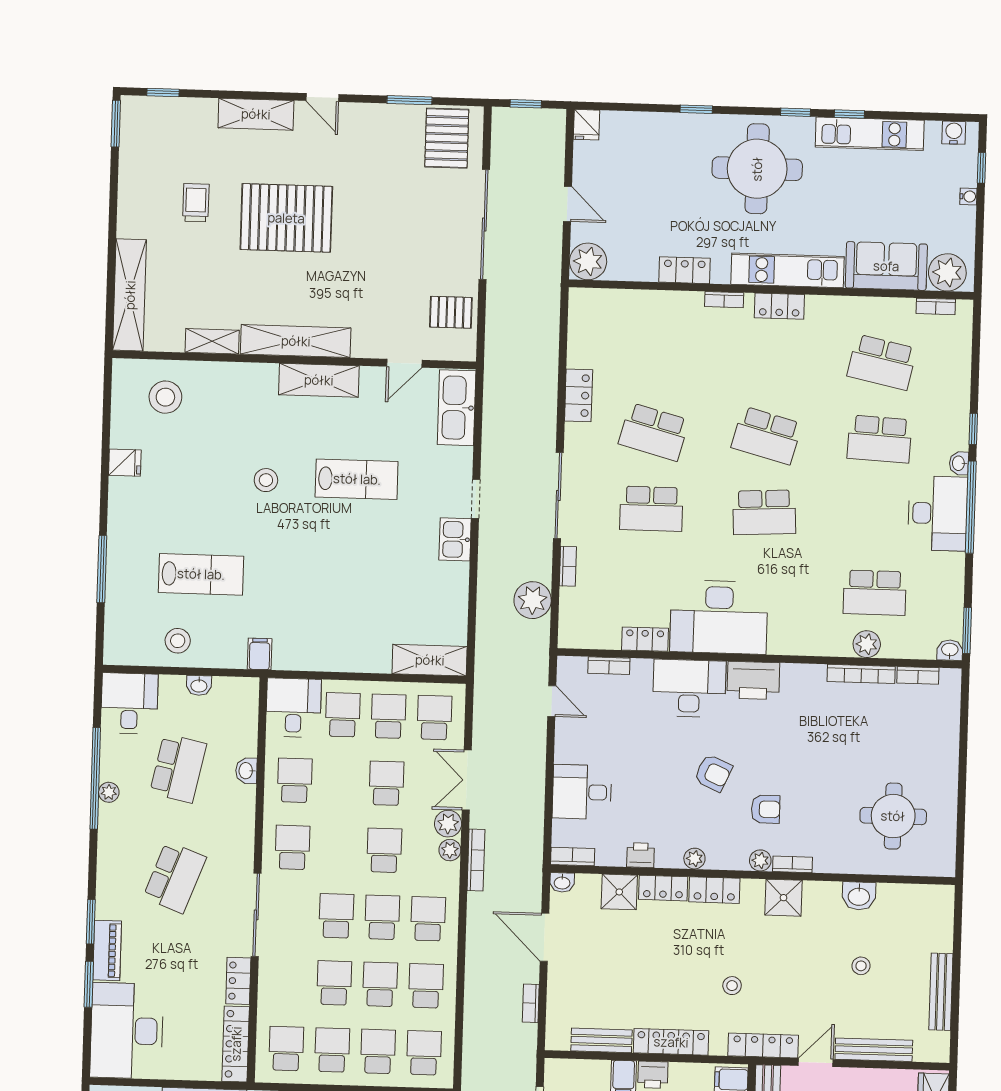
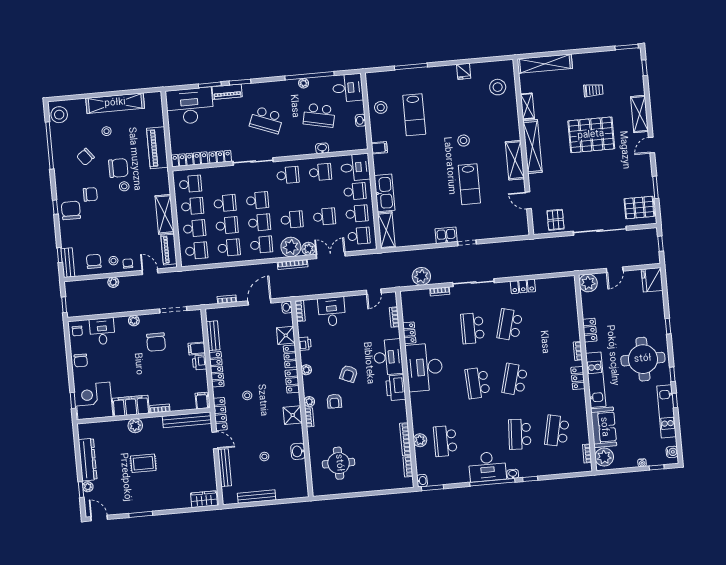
fridge: (586, 125) -> (652, 280), width x1.88, depth x1.34
pallet: (286, 218) -> (591, 135), turned 90
kitchen sink: (457, 408) -> (385, 193), moved, turned 90
plant: (450, 850) -> (291, 247), width x1.88, depth x1.88

